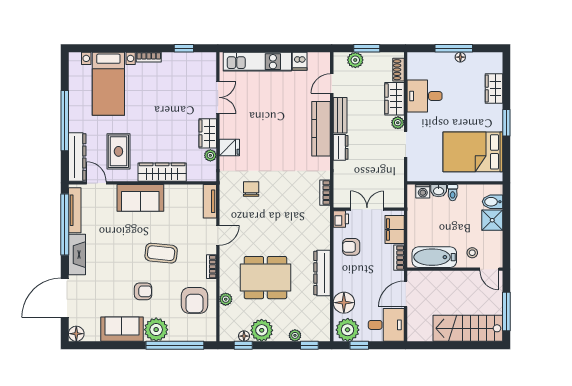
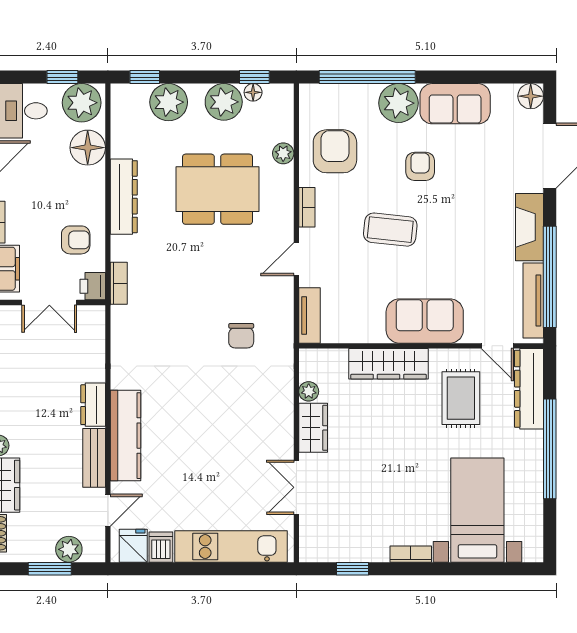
fridge: (229, 147) -> (133, 546), moved, turned 90
bookcase: (325, 193) -> (119, 283), moved
armchair: (143, 291) -> (420, 166), turned 90
plant: (295, 335) -> (169, 102), width x1.88, depth x1.88

